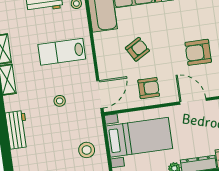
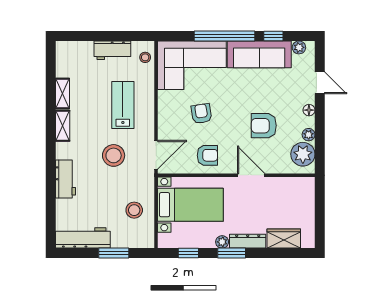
armchair: (137, 49) -> (201, 114), turned -69
lab bench: (62, 52) -> (123, 105), turned 90
stool: (60, 101) -> (114, 155), width x1.89, depth x1.89

